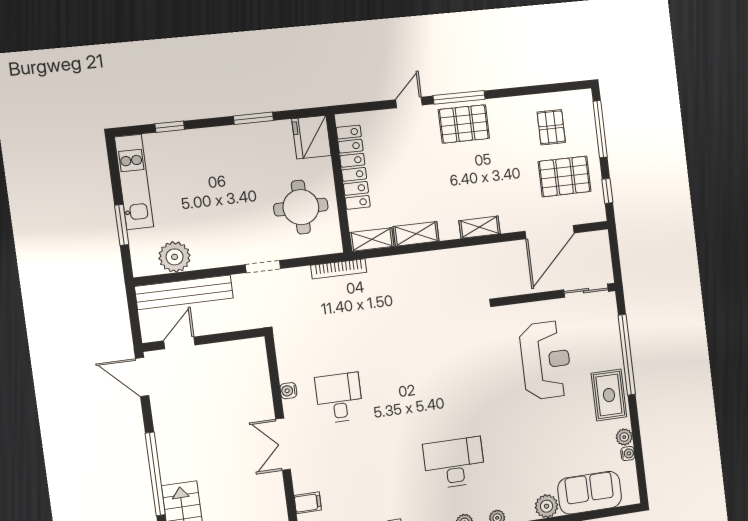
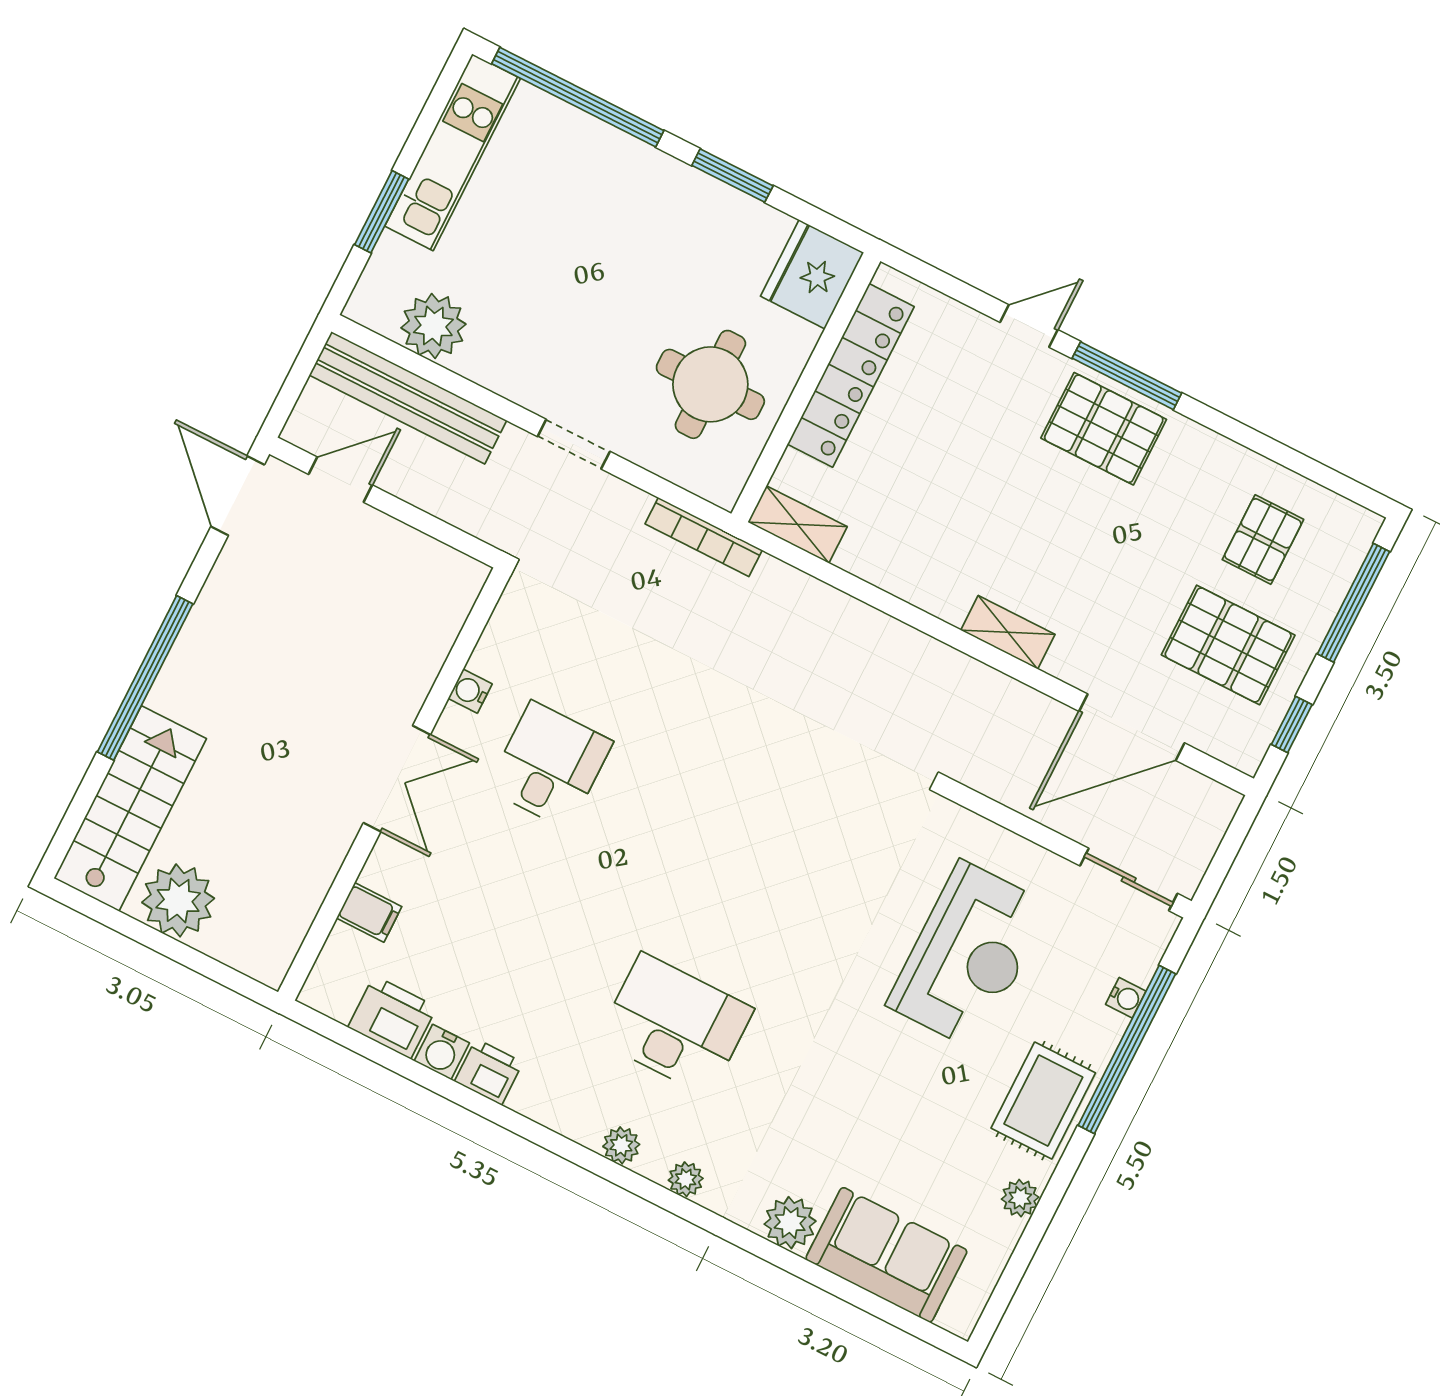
window: (170, 127) -> (578, 97), width x3.17
shelving: (416, 234) -> (884, 567), removed
double door: (283, 444) -> (397, 779), swing flipped
water cooler: (628, 454) -> (1126, 998), moved

